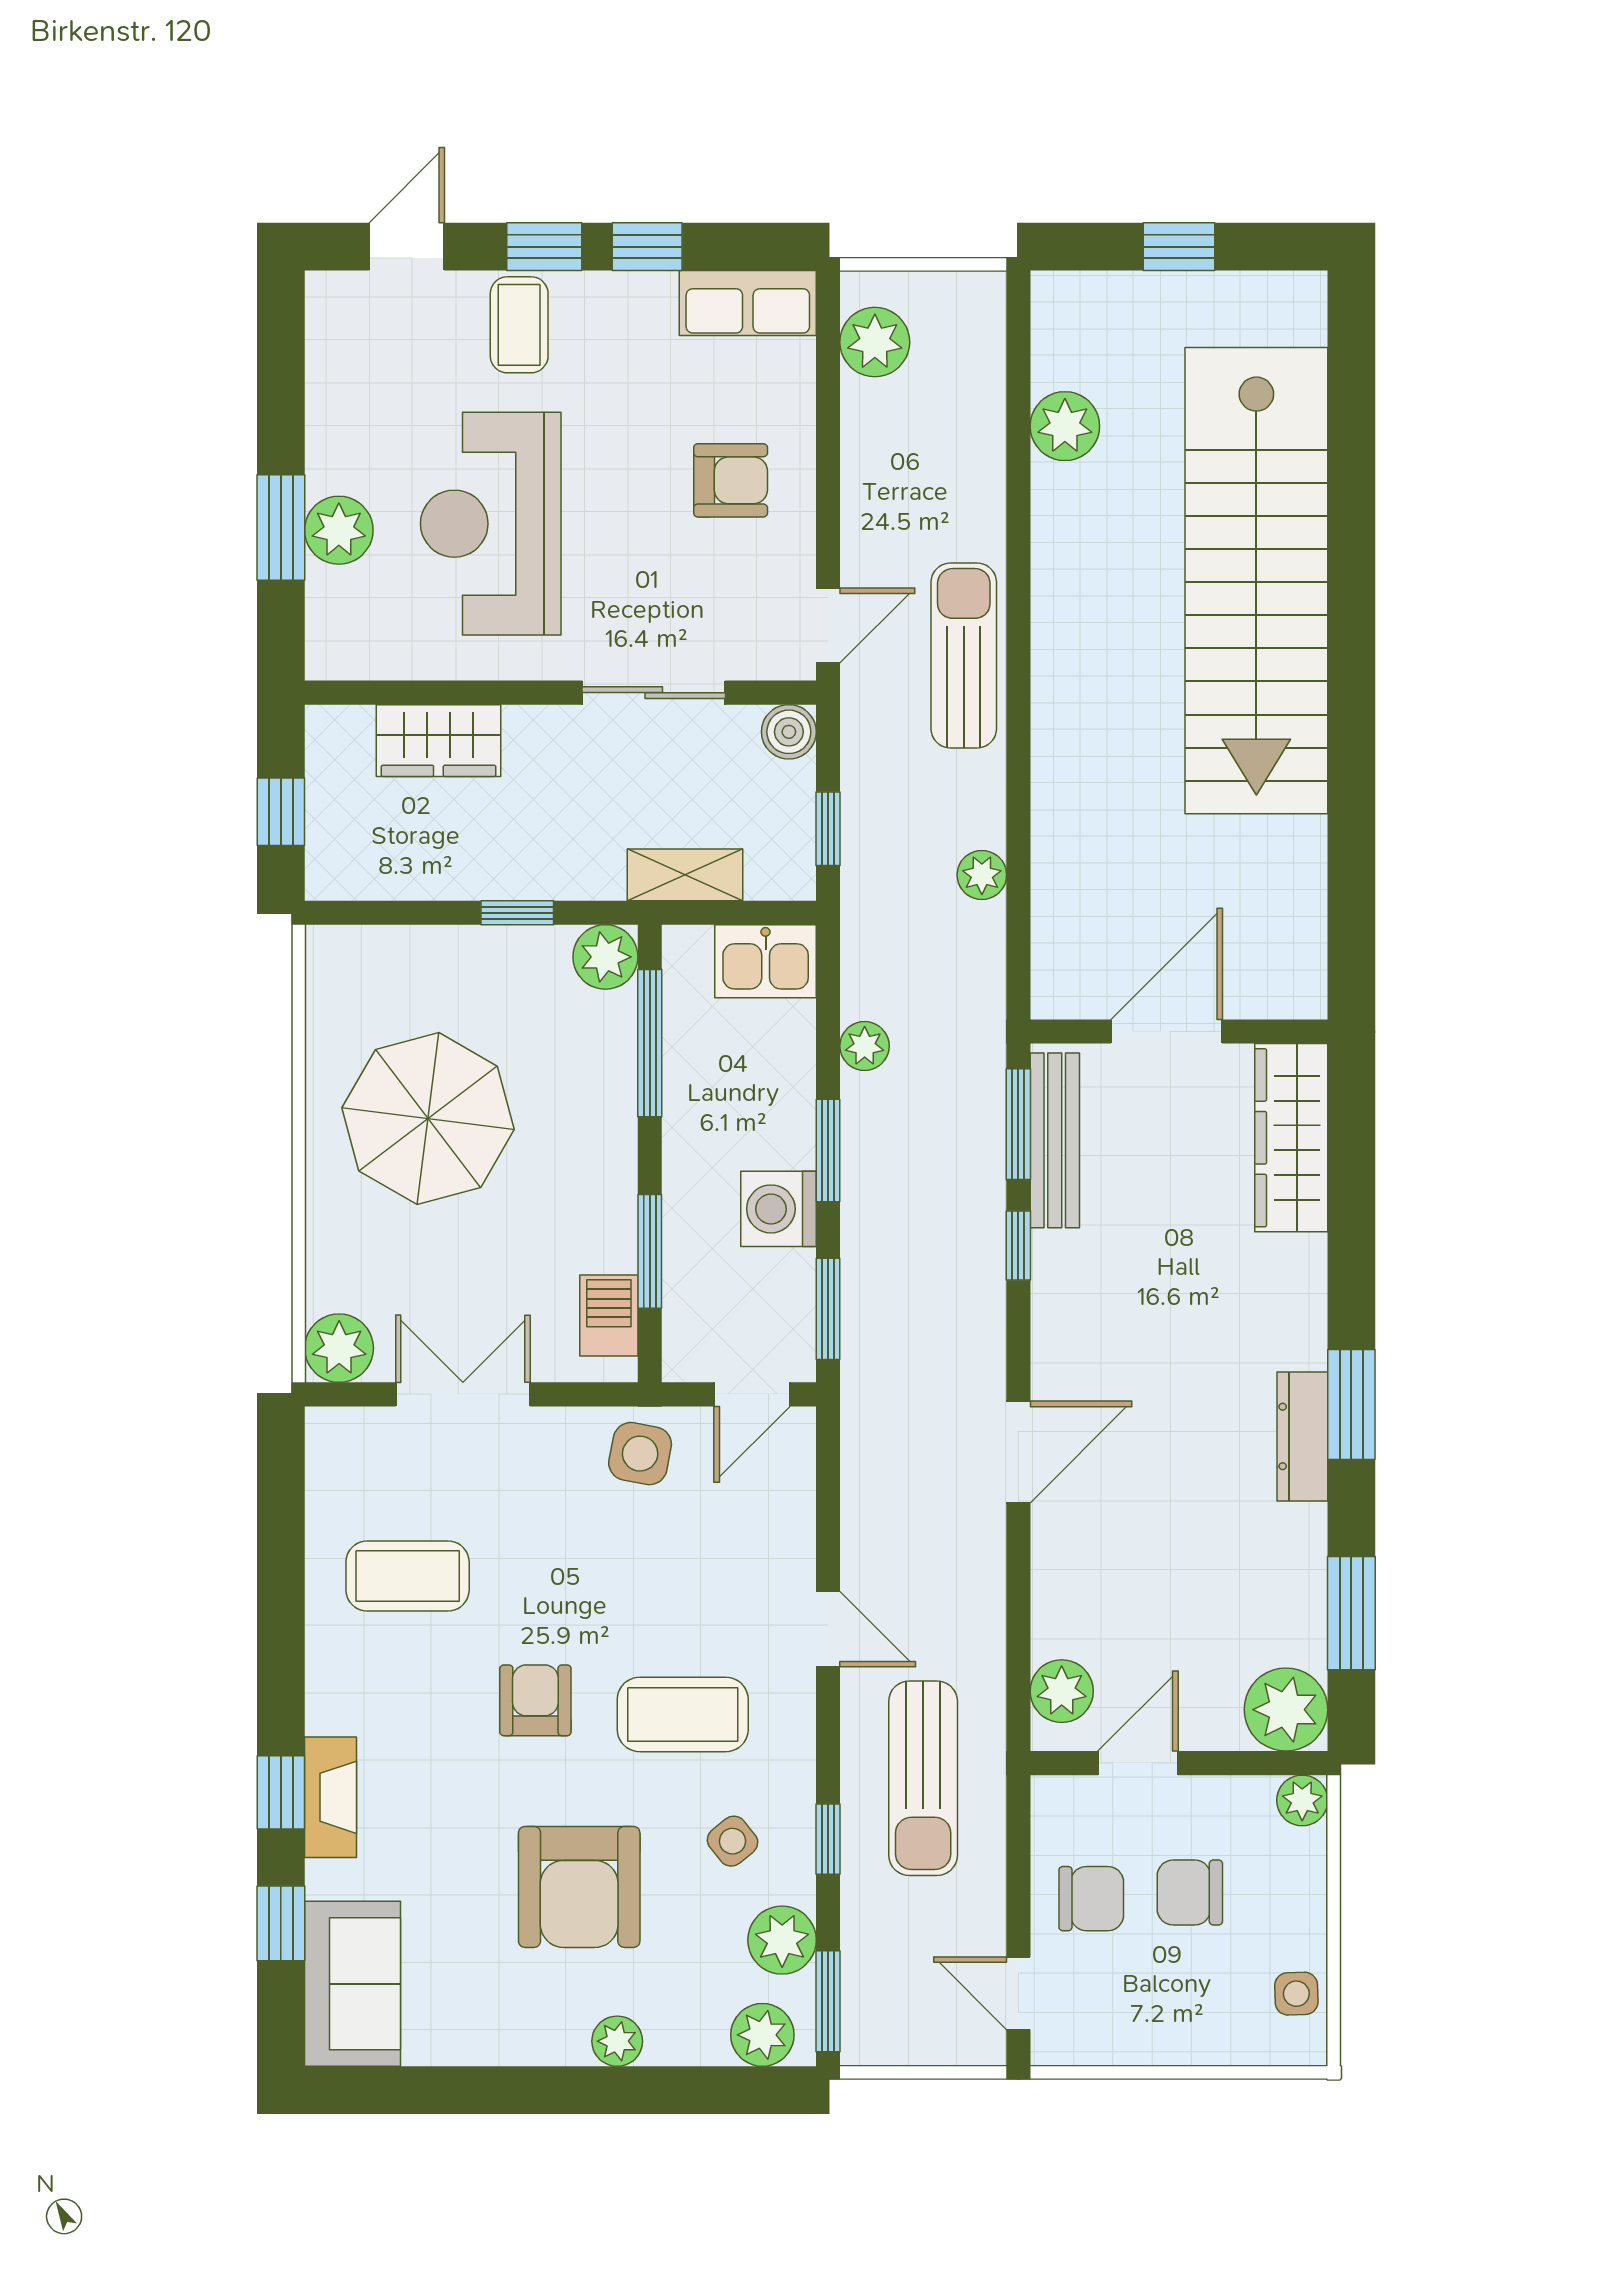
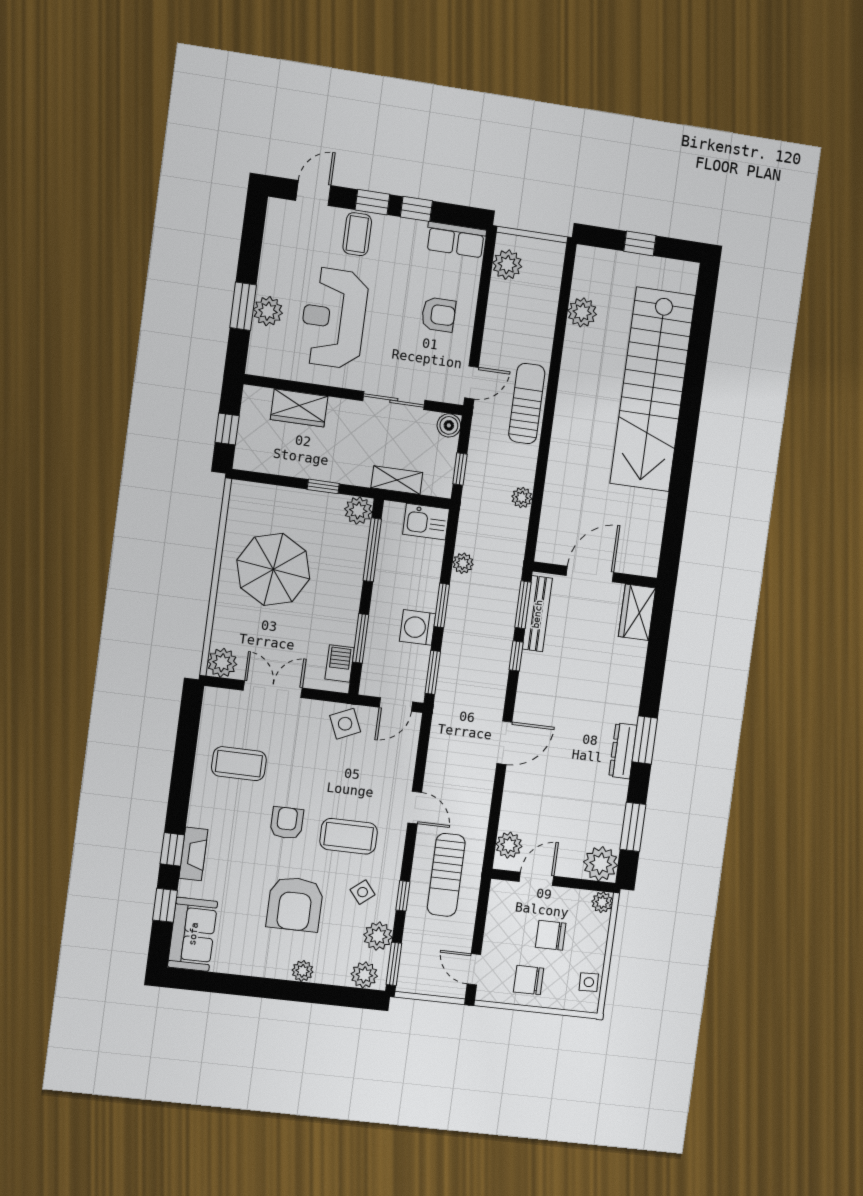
wardrobe: (1291, 1138) -> (637, 612), width x0.67
side table: (640, 1454) -> (345, 724), turned -35
chair: (1091, 1899) -> (529, 980), moved, turned 180

